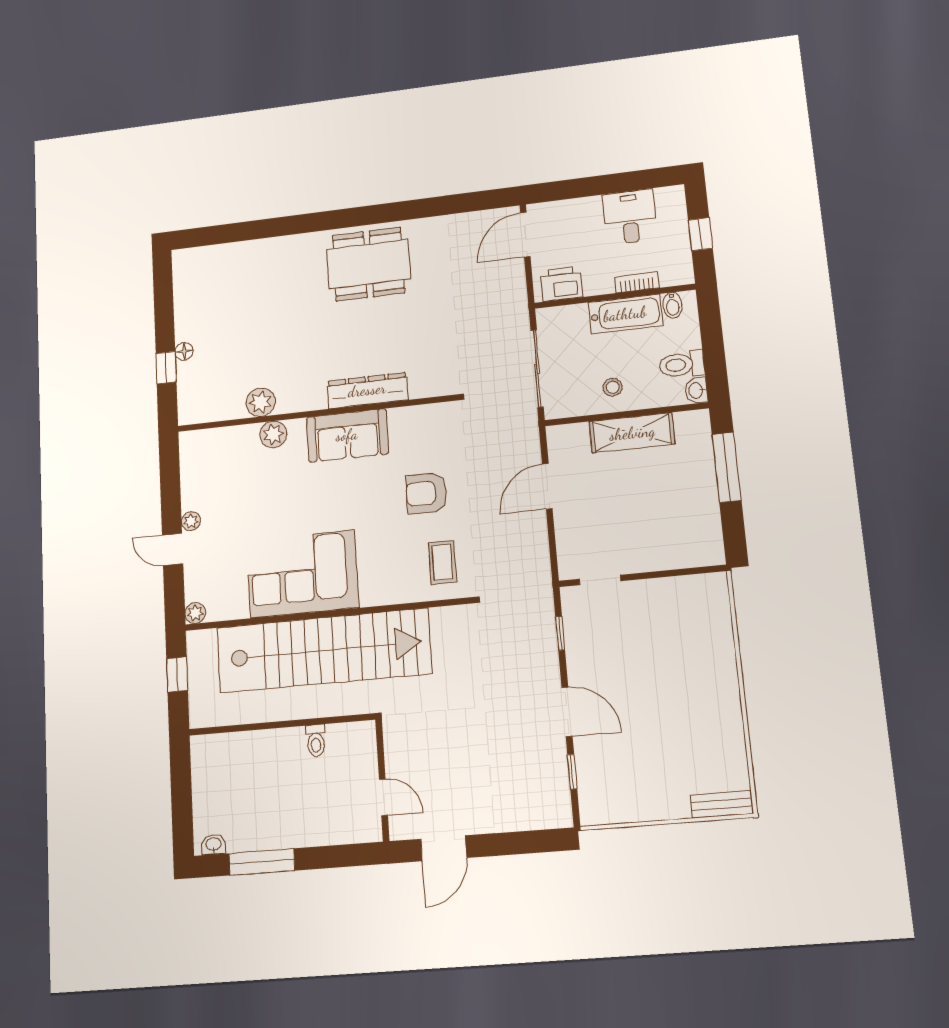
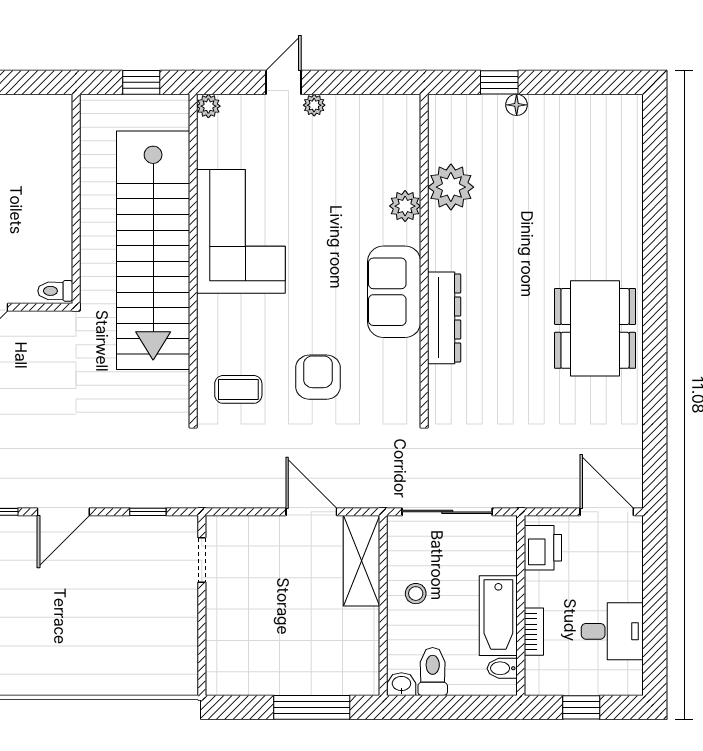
plant: (261, 402) -> (451, 187), width x1.36, depth x1.36
shelving: (632, 433) -> (362, 561), moved
toilet: (316, 741) -> (55, 291), moved

